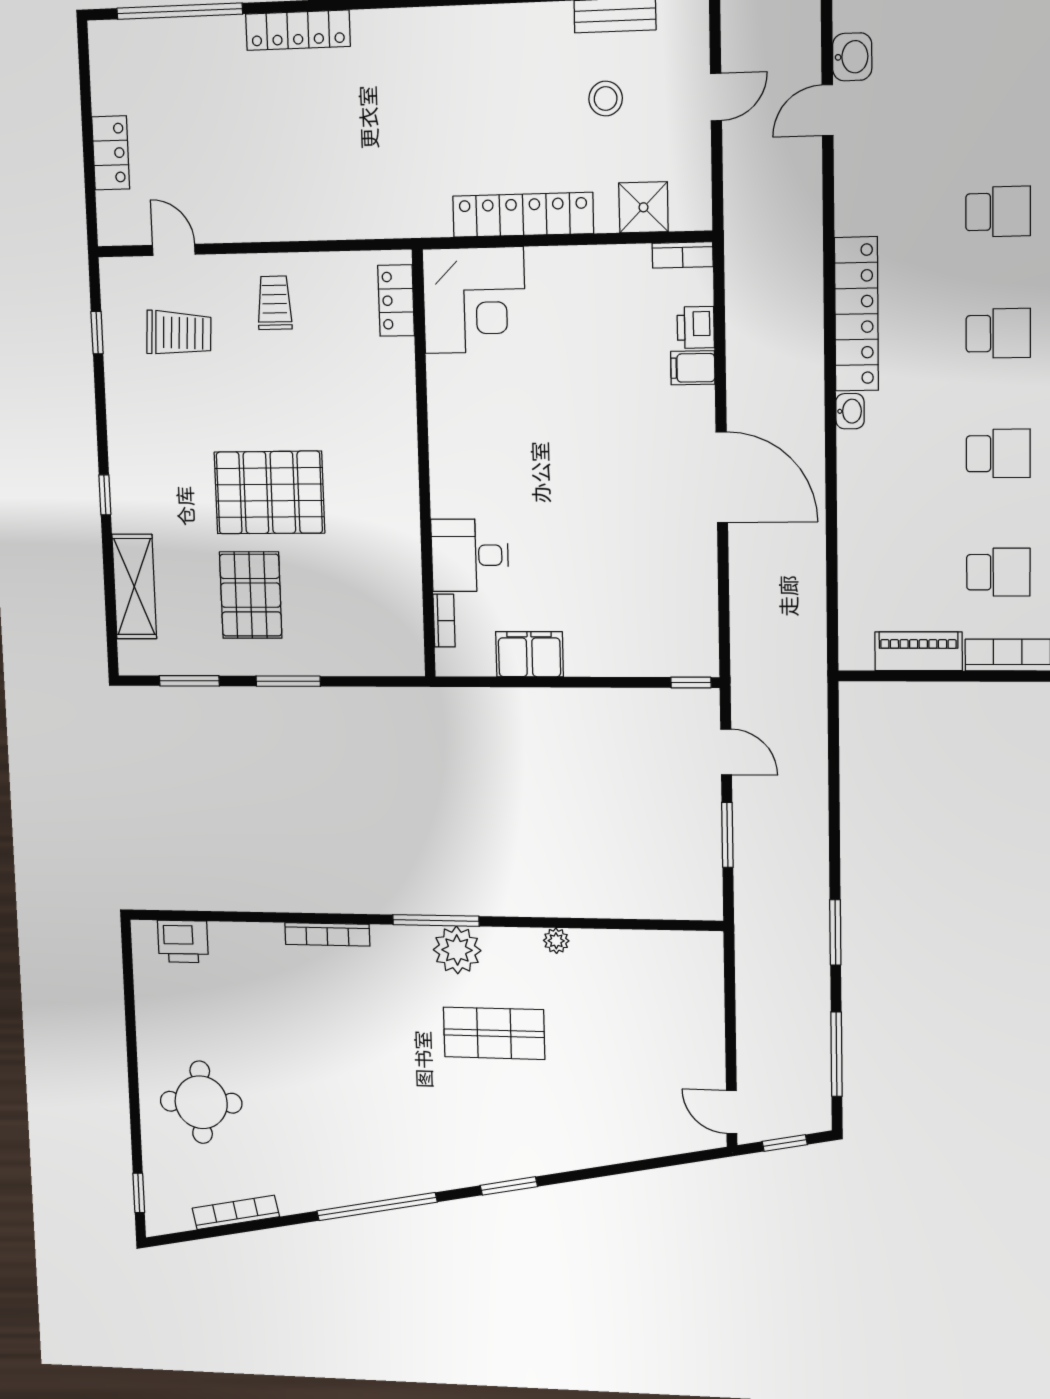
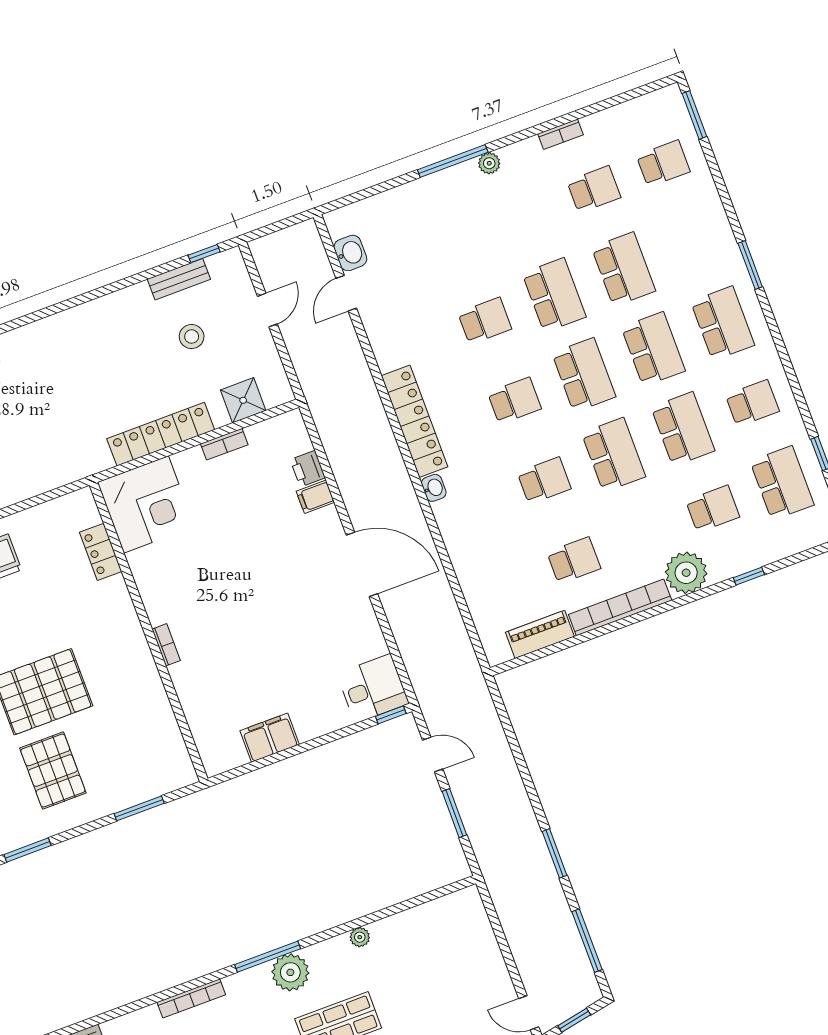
bookcase: (683, 255) -> (224, 444), moved
locker: (396, 300) -> (101, 552), moved
desk: (470, 555) -> (373, 689), moved, turned 180
bookcase: (444, 621) -> (166, 645), moved
window: (288, 681) -> (139, 808), moved

